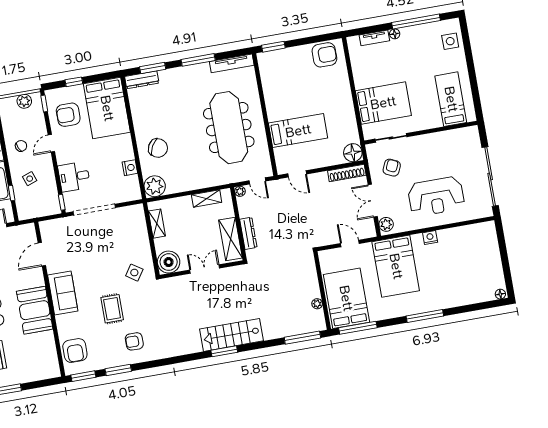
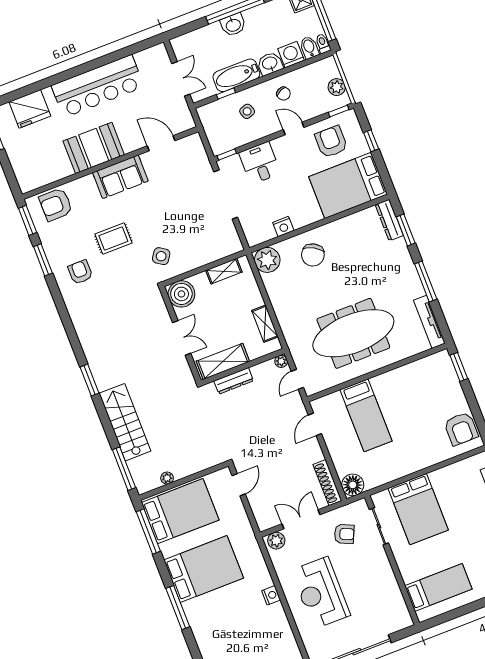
door: (350, 243) -> (239, 485), moved
bed: (396, 266) -> (204, 569), moved, turned 180
stairs: (232, 335) -> (125, 422), moved

